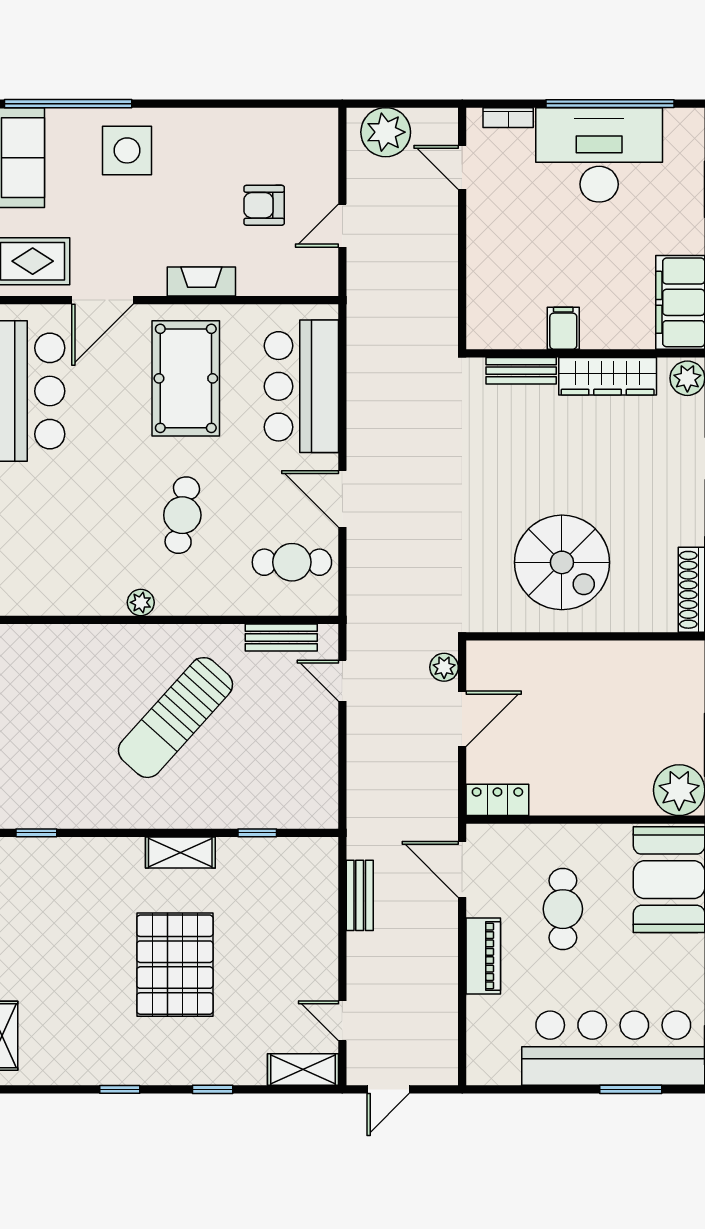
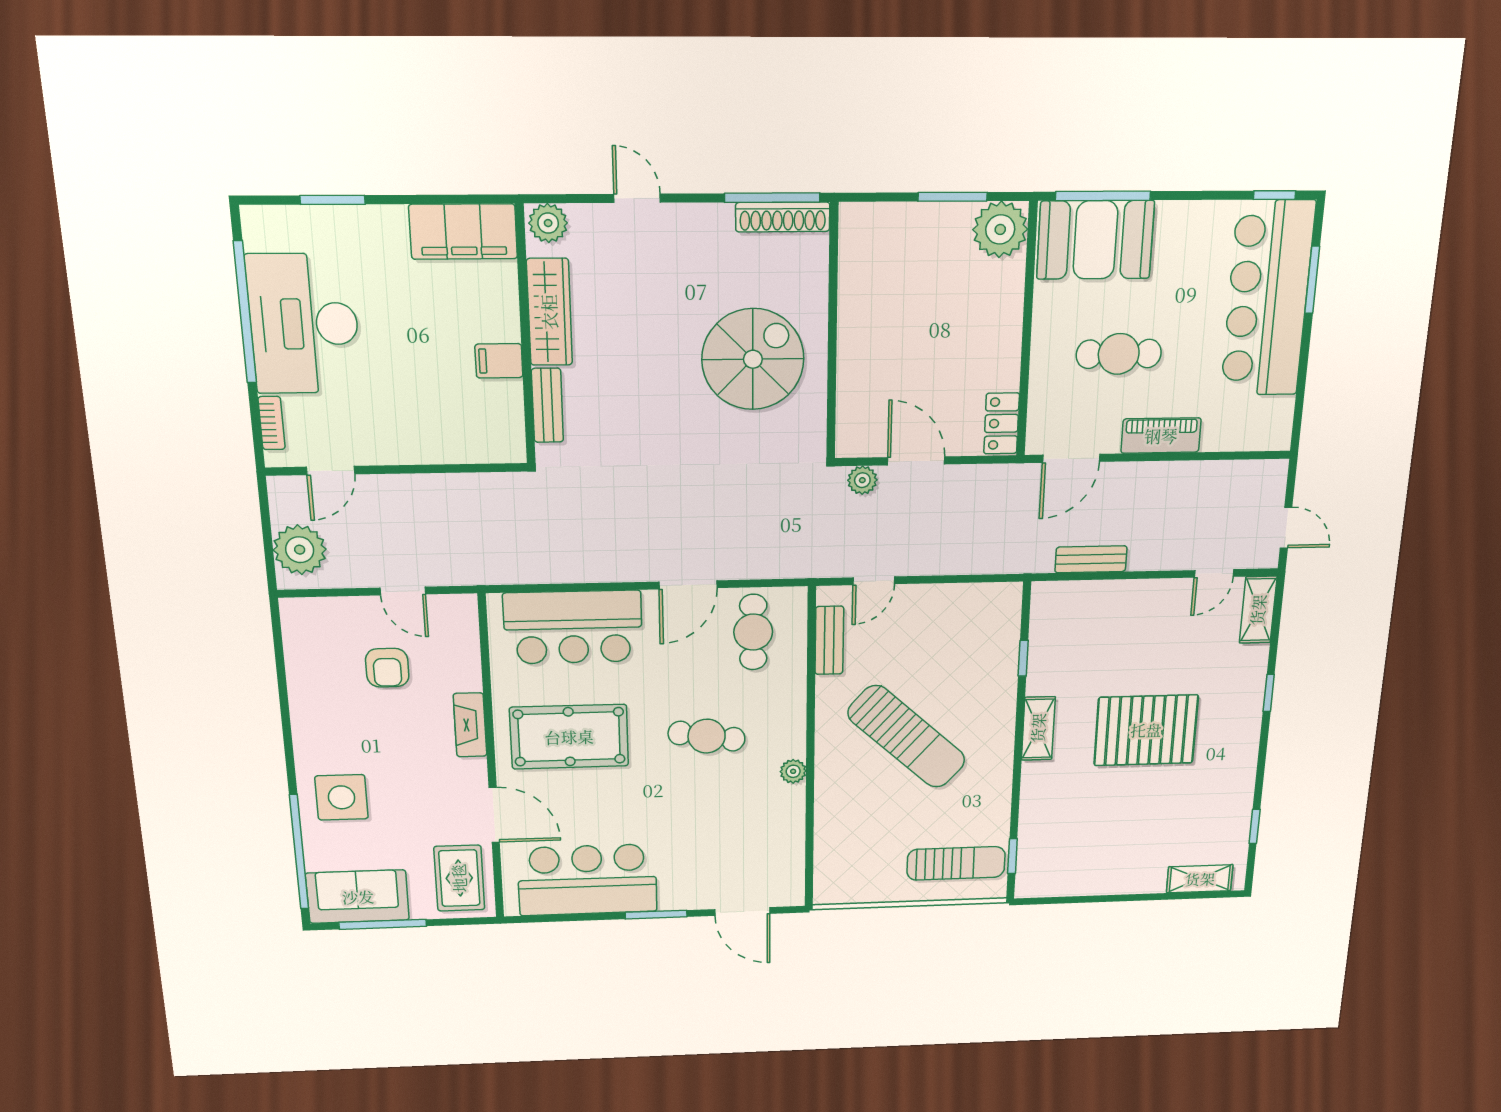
sun lounger: (30, 774) -> (956, 863), added
window: (120, 1089) -> (1255, 826), moved

